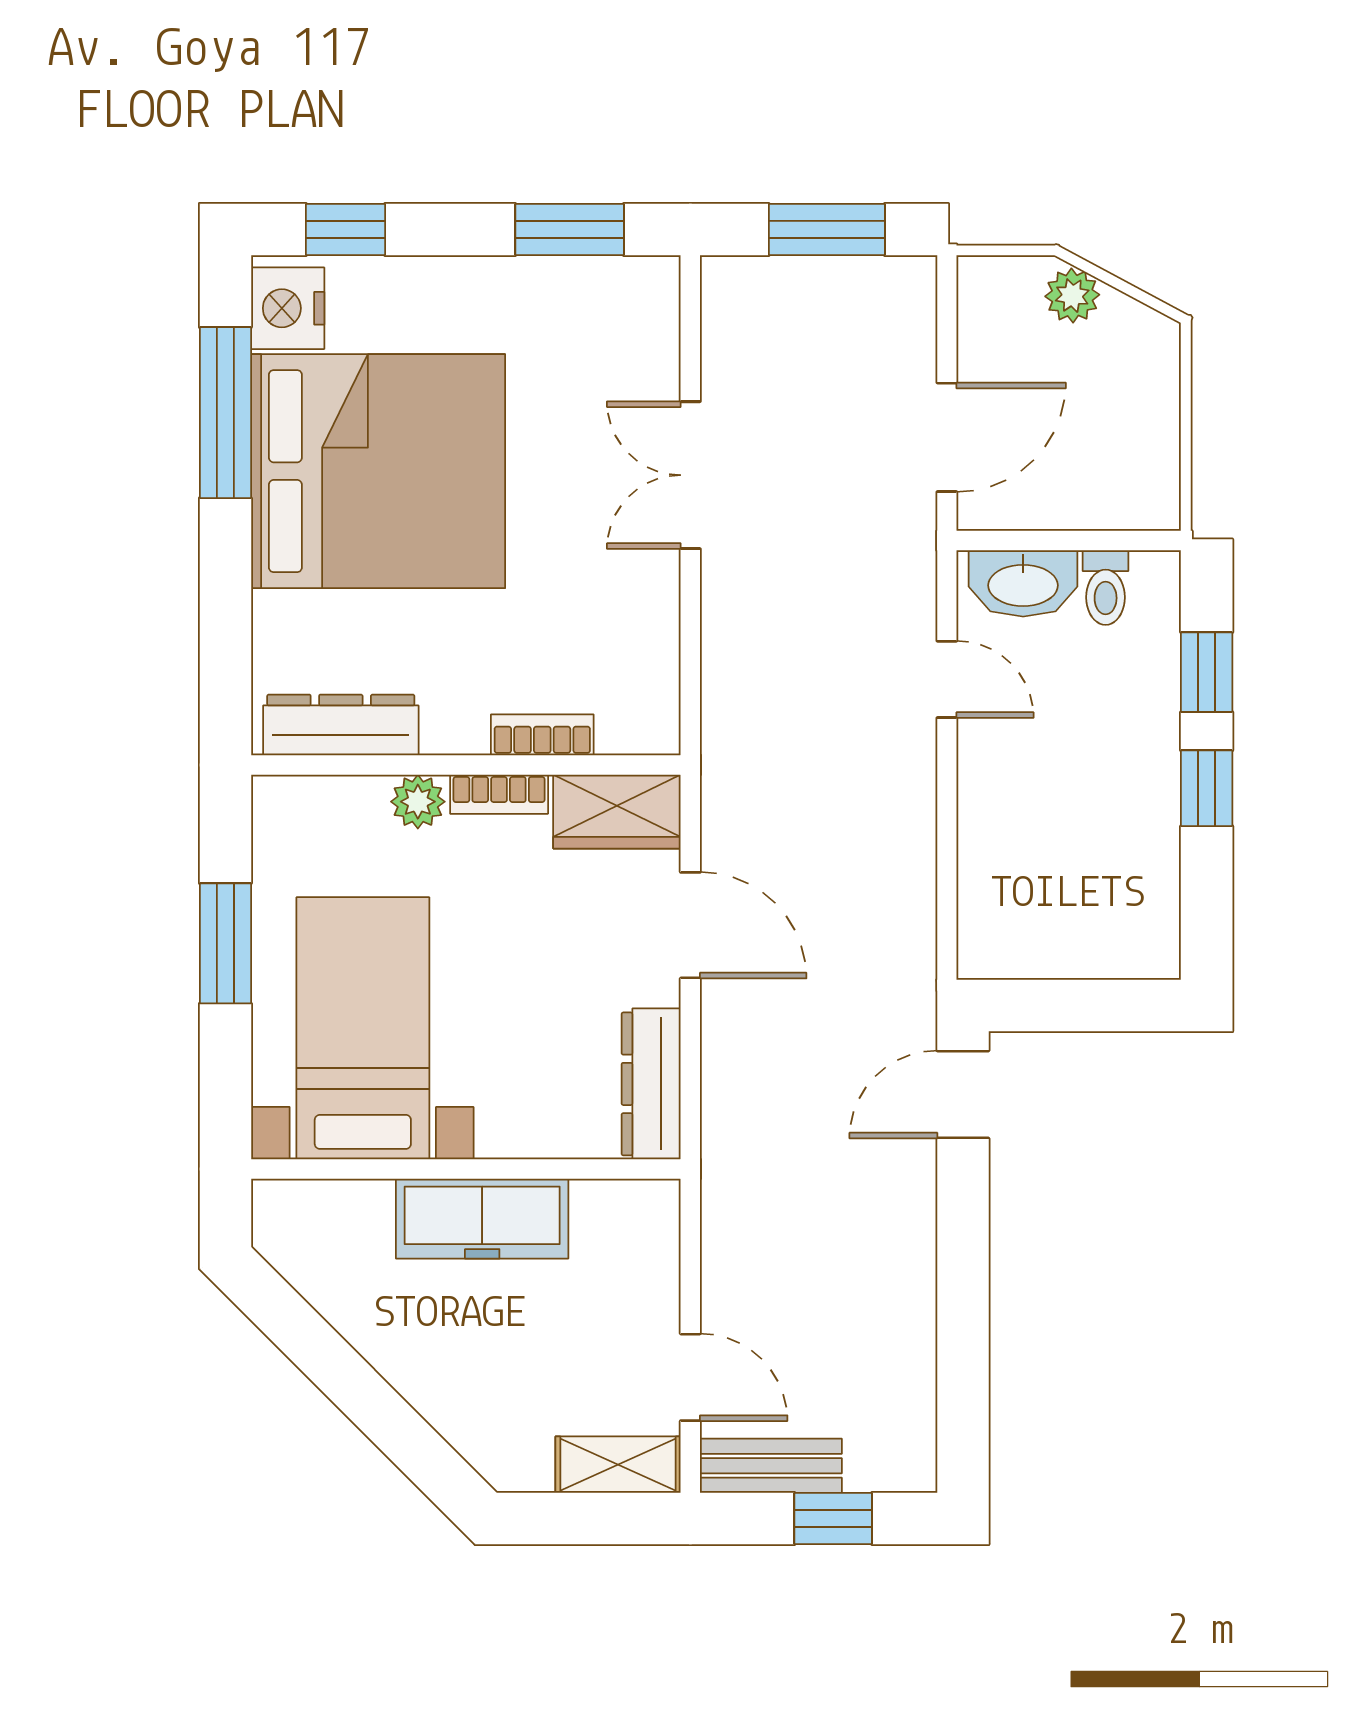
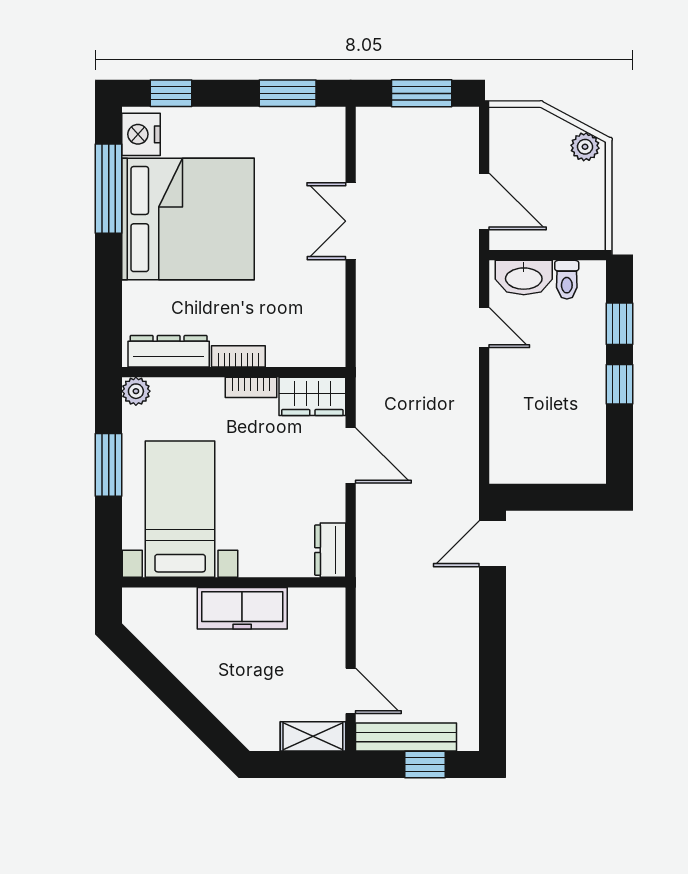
plant: (1072, 296) -> (585, 147), moved
door: (947, 437) -> (484, 201), hinge flipped
bookcase: (542, 735) -> (238, 356), moved
plant: (418, 802) -> (136, 391), moved
dresser: (651, 1084) -> (330, 550), width x0.70
bench: (771, 1466) -> (406, 737), width x1.36

